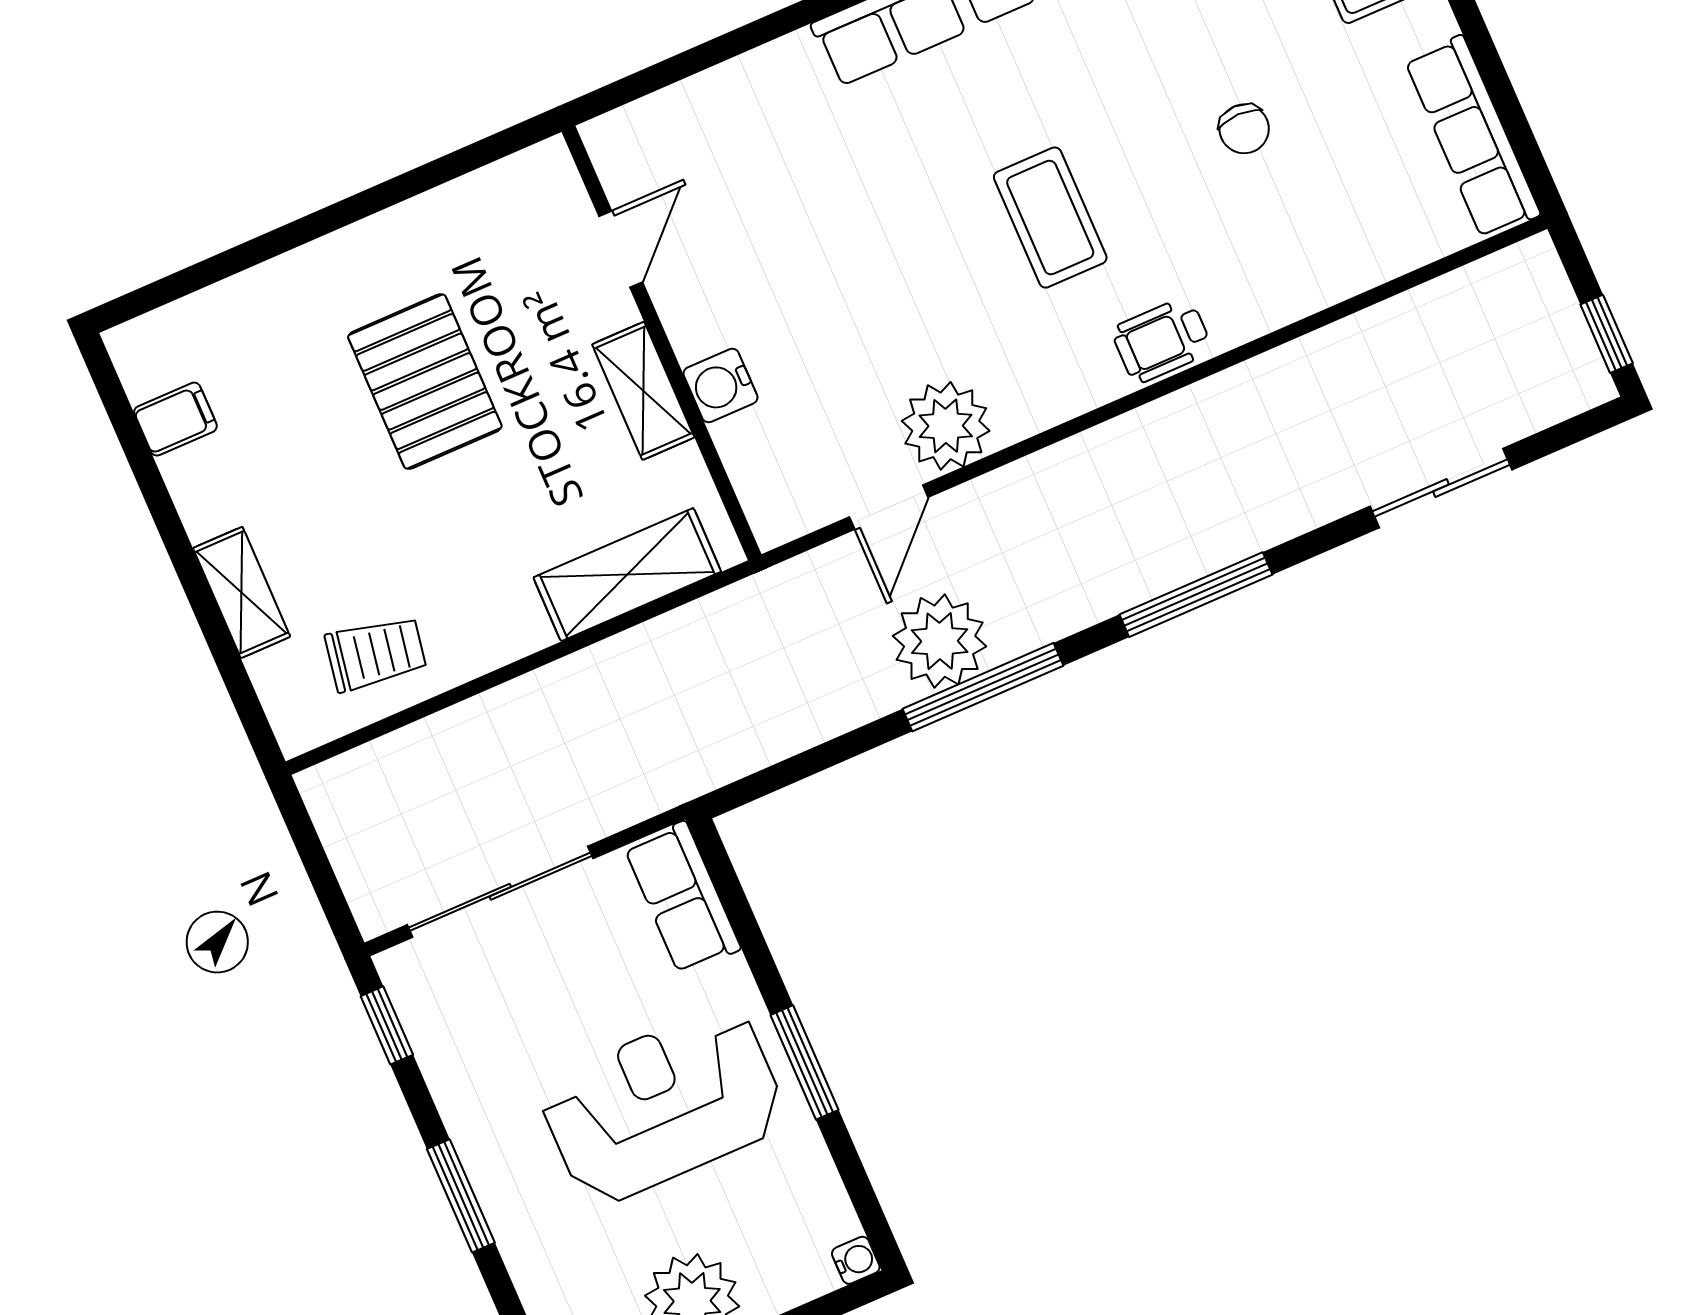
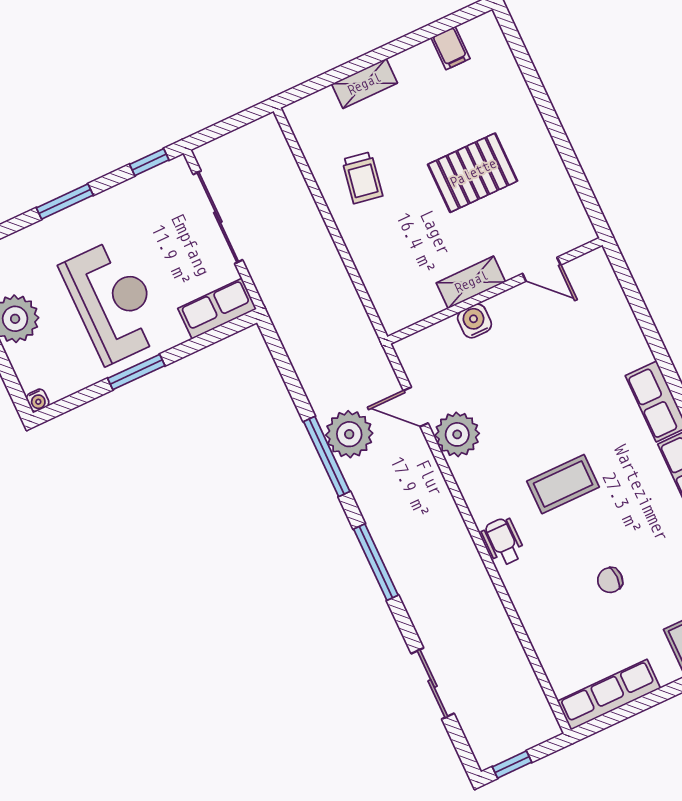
shelving: (627, 575) -> (378, 277), removed
trolley: (376, 654) -> (362, 178), moved

